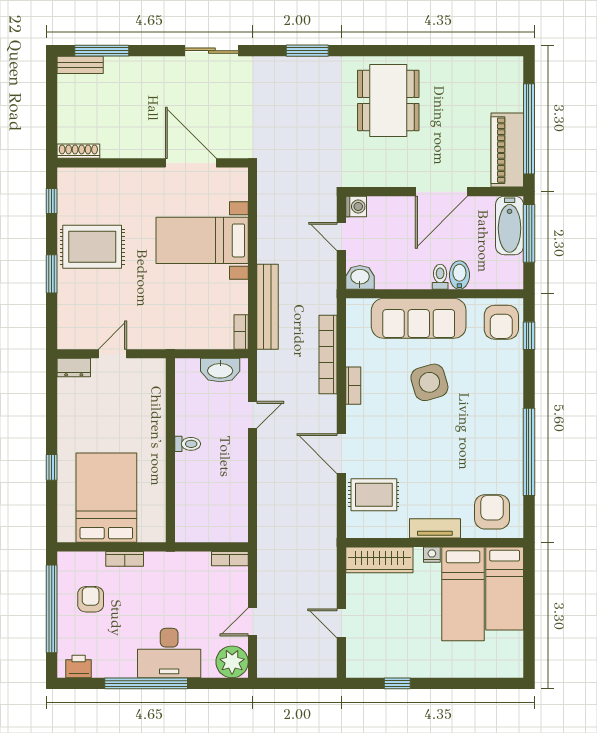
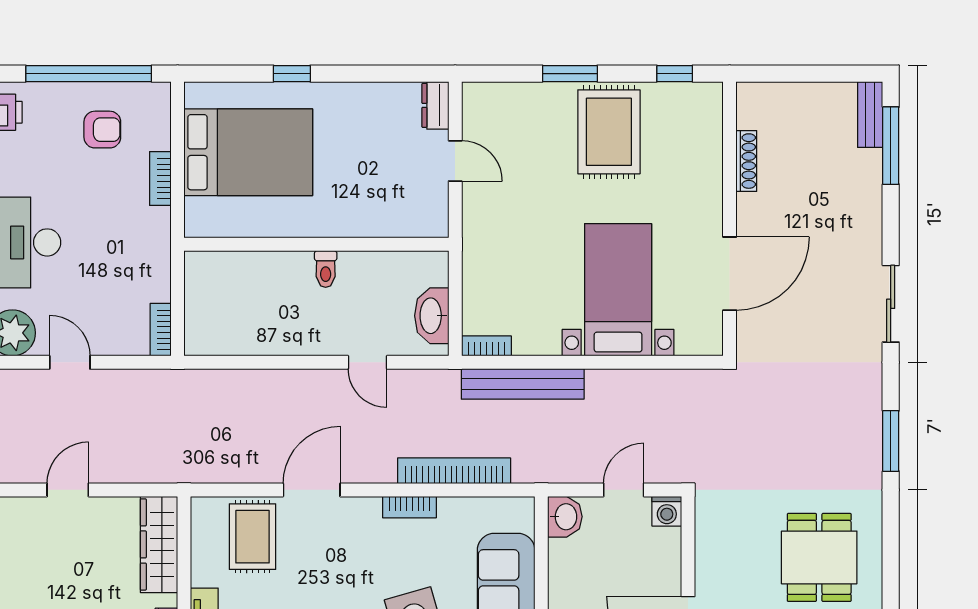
dining table: (388, 100) -> (819, 557), width x0.73
shoe rack: (78, 151) -> (746, 161), moved

